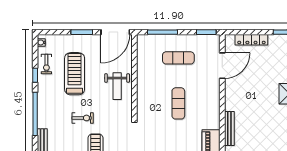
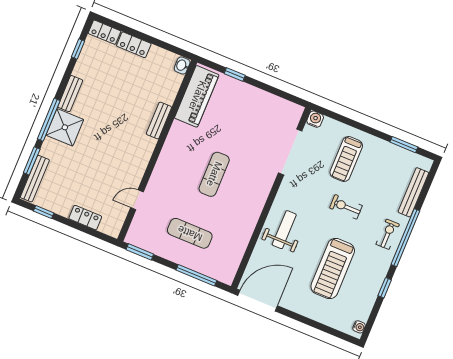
window: (82, 32) -> (301, 319), removed
locker: (251, 40) -> (85, 218), width x0.66
exercise bike: (46, 64) -> (388, 234), moved
door: (222, 66) -> (137, 200), width x0.53
bench: (229, 128) -> (159, 120), width x0.73

